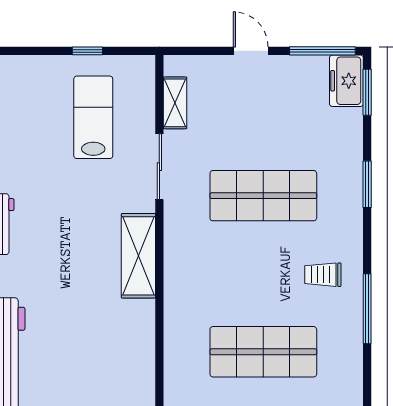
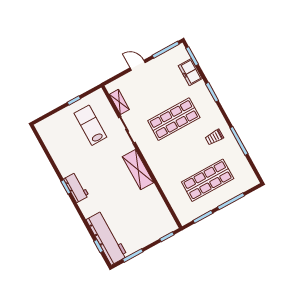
freezer: (346, 81) -> (190, 72), moved

